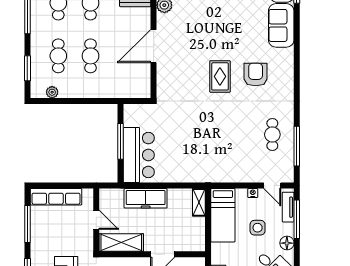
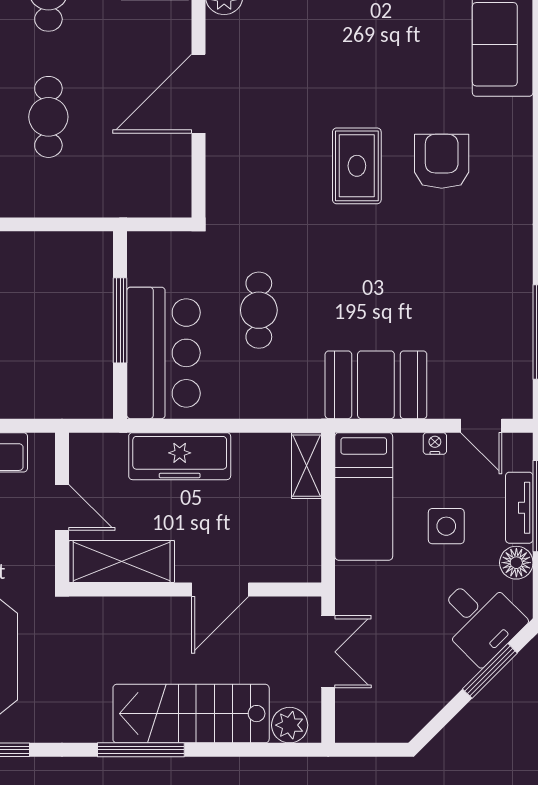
cafe table: (272, 135) -> (259, 310), moved
booth: (228, 168) -> (376, 385), added
tv unit: (288, 207) -> (519, 508), moved

